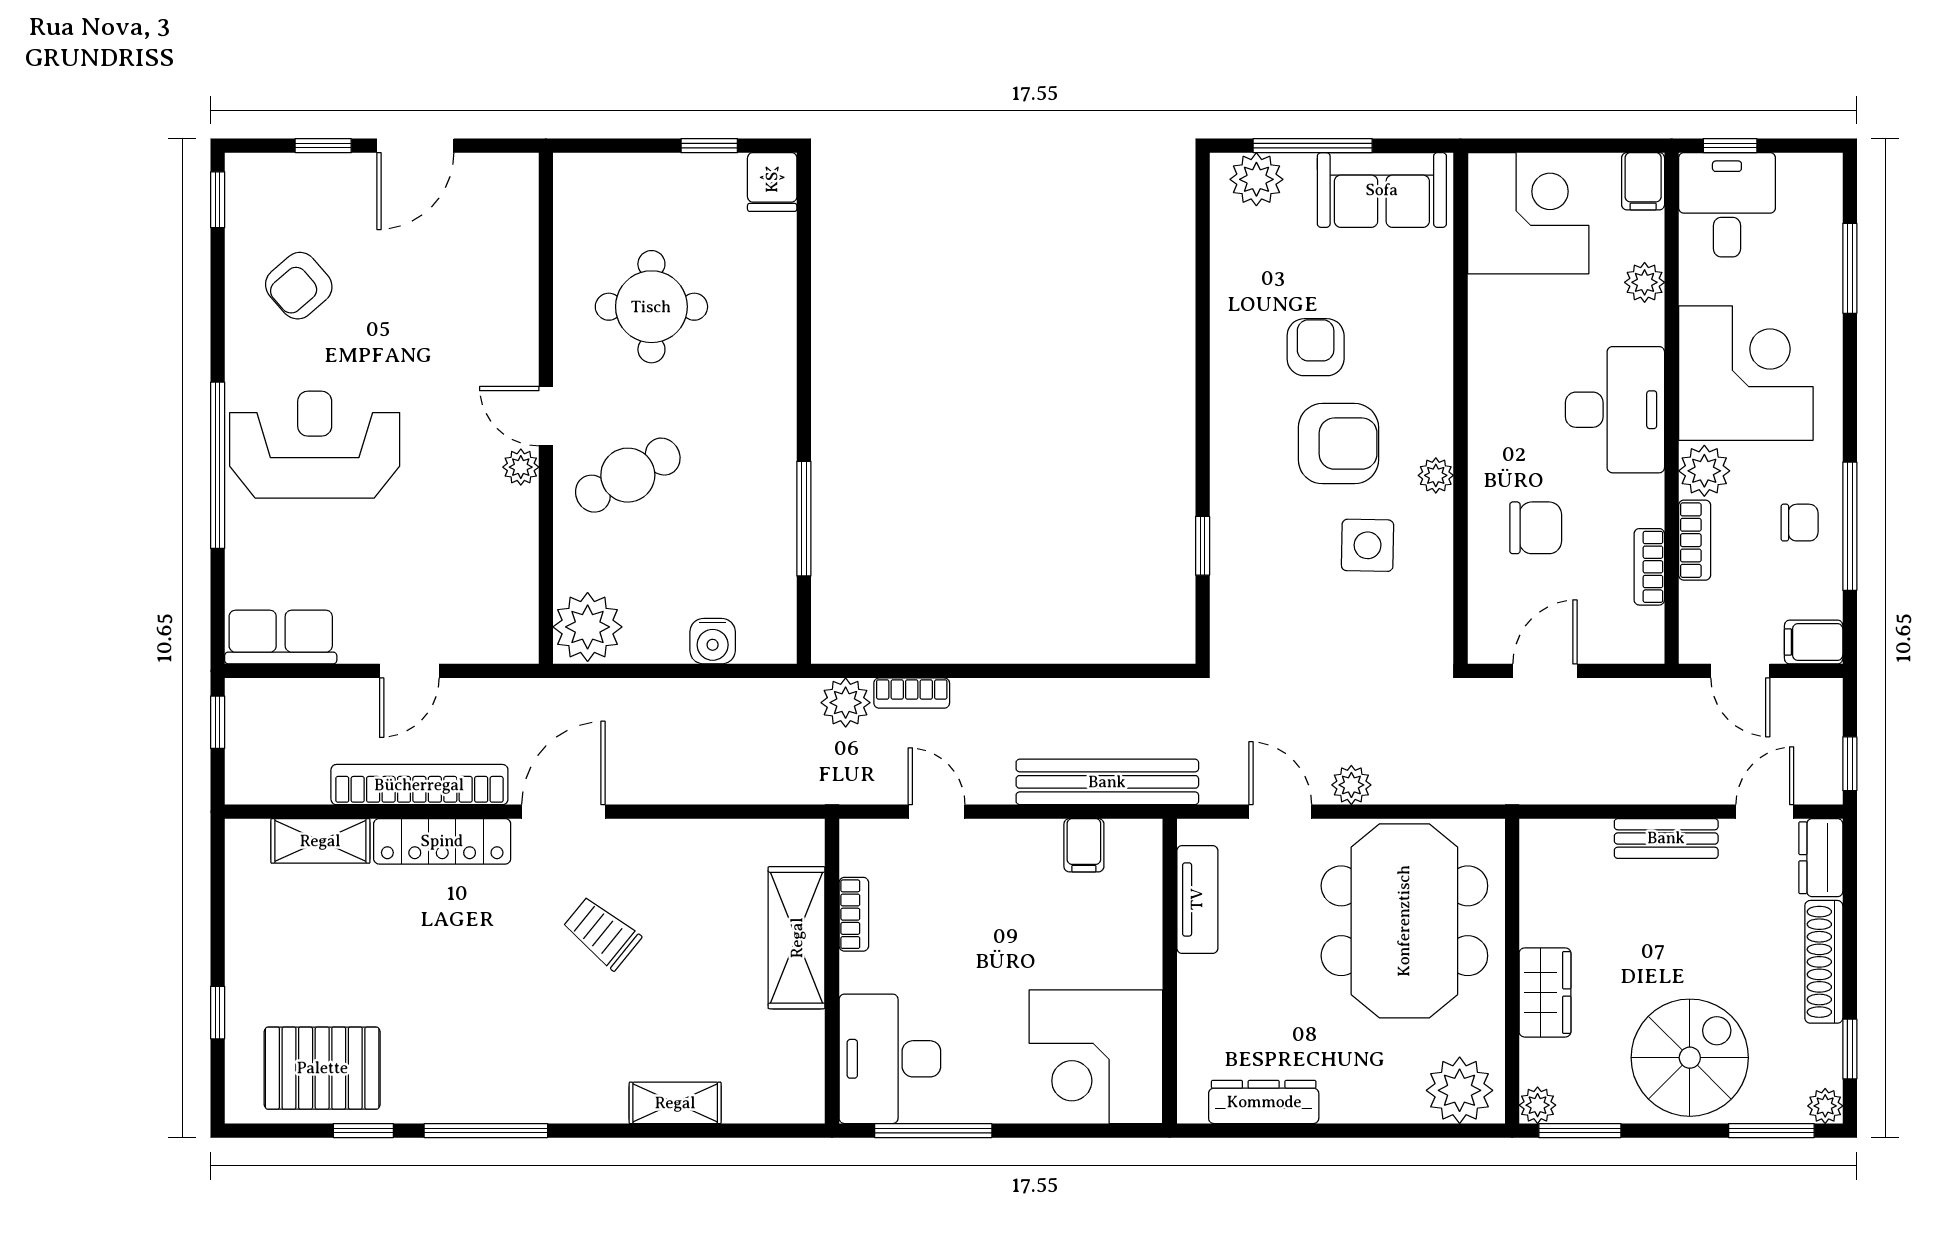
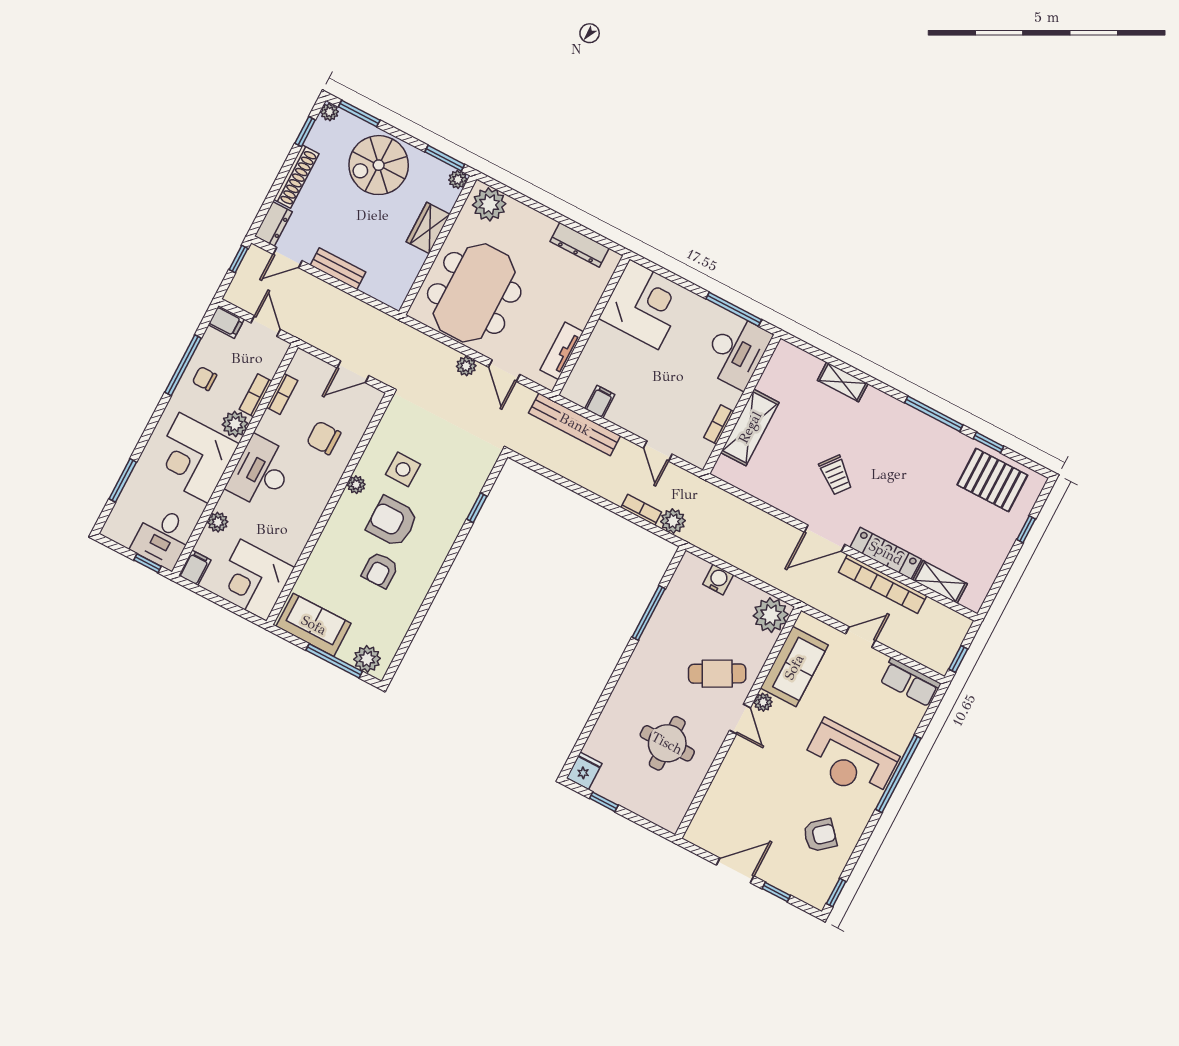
sofa: (499, 558) -> (794, 667), added

